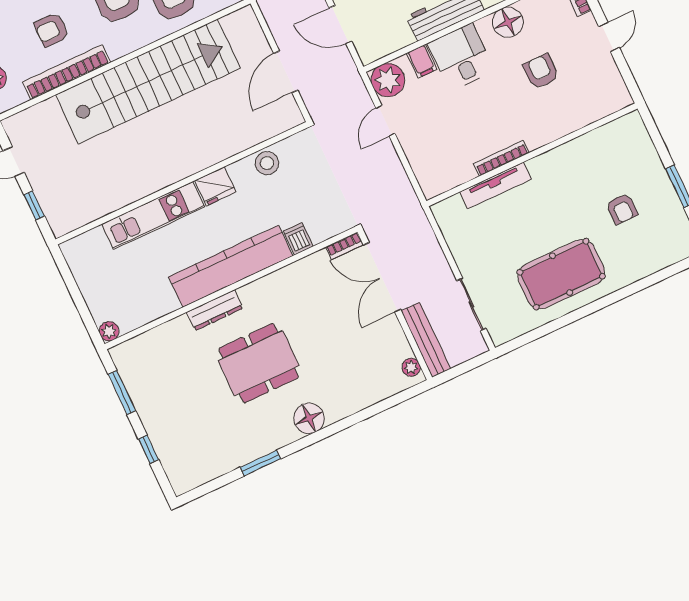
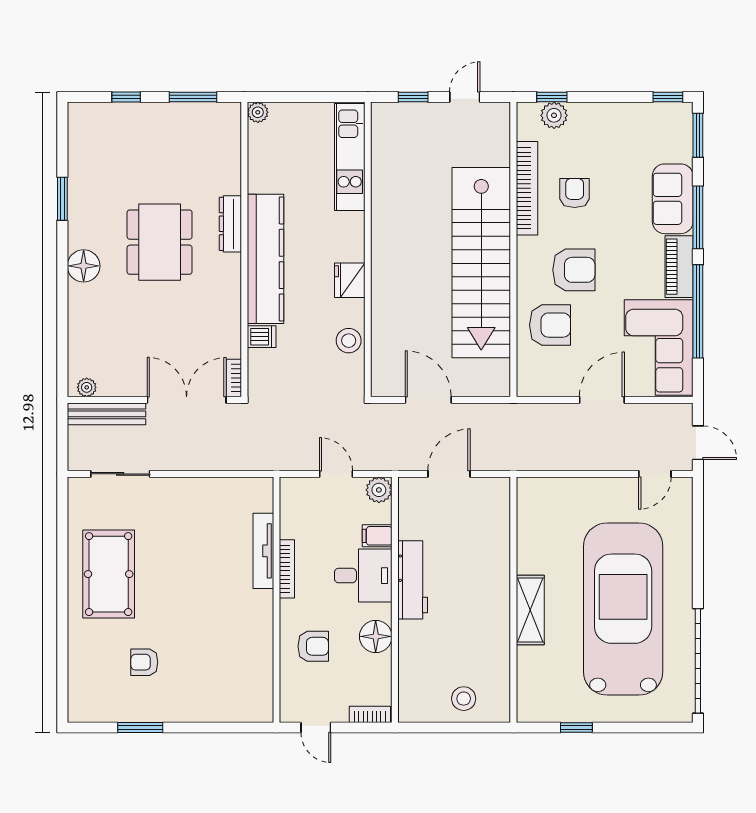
plant: (388, 80) -> (379, 490), width x0.73, depth x0.73
wall: (532, 155) -> (277, 600), moved
bookcase: (501, 158) -> (287, 569), moved
tv unit: (496, 185) -> (263, 551), moved
kitchen unit: (153, 215) -> (350, 157), moved

